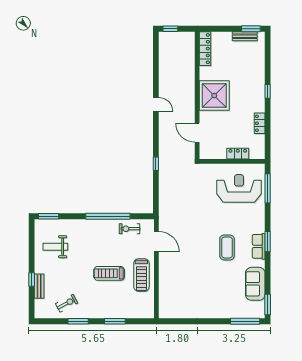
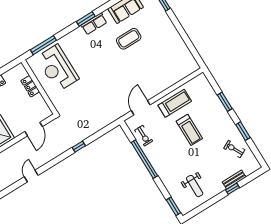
coffee table: (227, 247) -> (129, 39), moved

